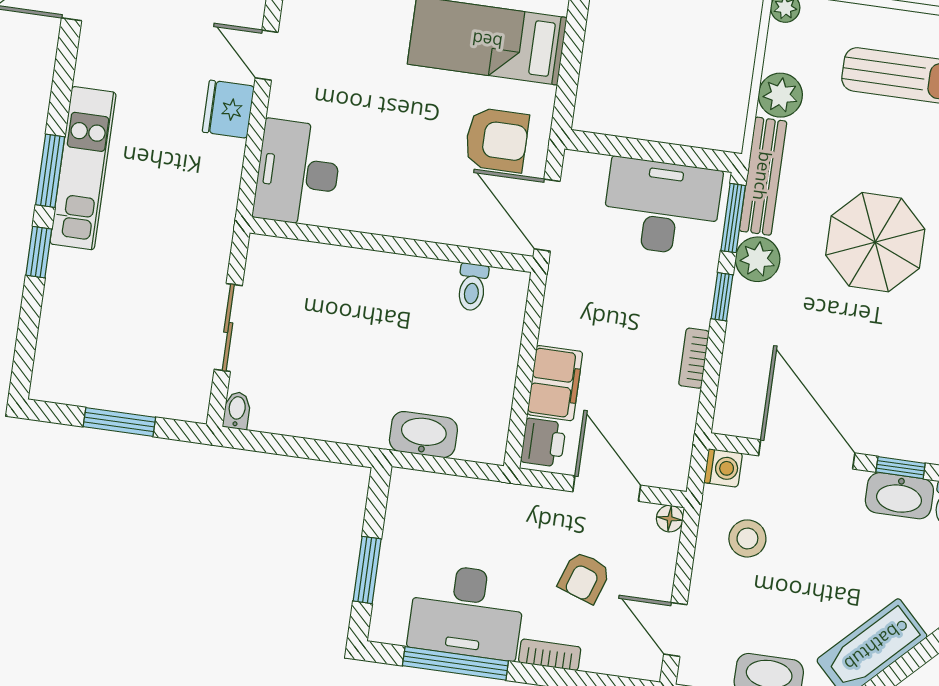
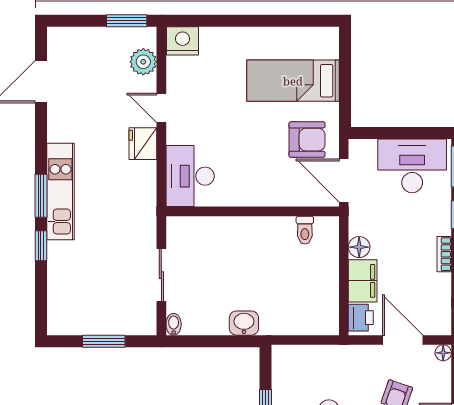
floor lamp: (557, 327) -> (359, 247), added
washbasin: (423, 435) -> (244, 323), moved, width x0.72

